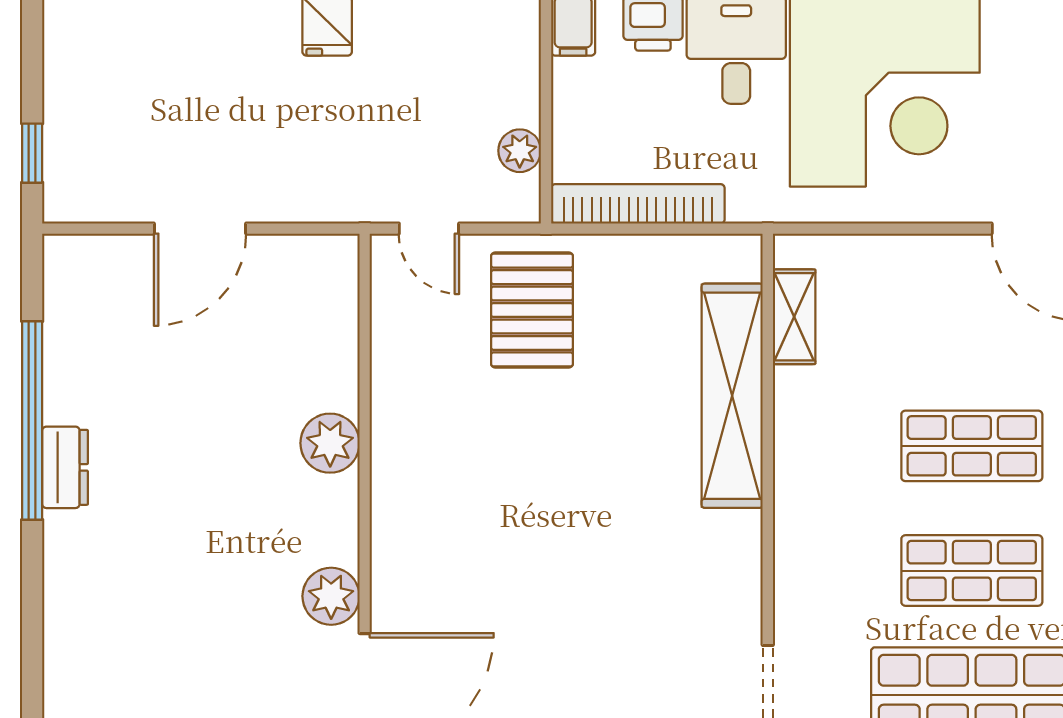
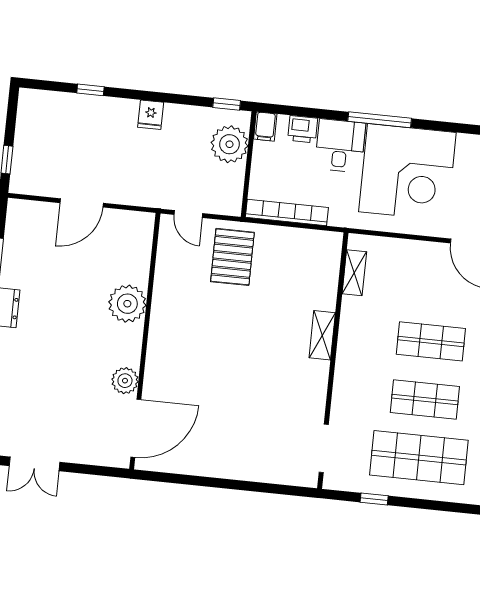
plant: (520, 151) -> (229, 144), moved, width x1.88, depth x1.88
shelving: (732, 396) -> (322, 335), width x0.45, depth x0.75
plant: (330, 443) -> (127, 304), width x1.36, depth x1.36

